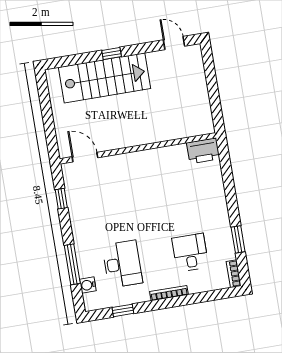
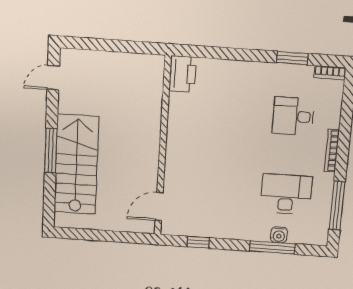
window: (112, 53) -> (51, 150), width x2.17
water cooler: (88, 285) -> (279, 235), moved
window: (123, 310) -> (337, 206), width x2.17

